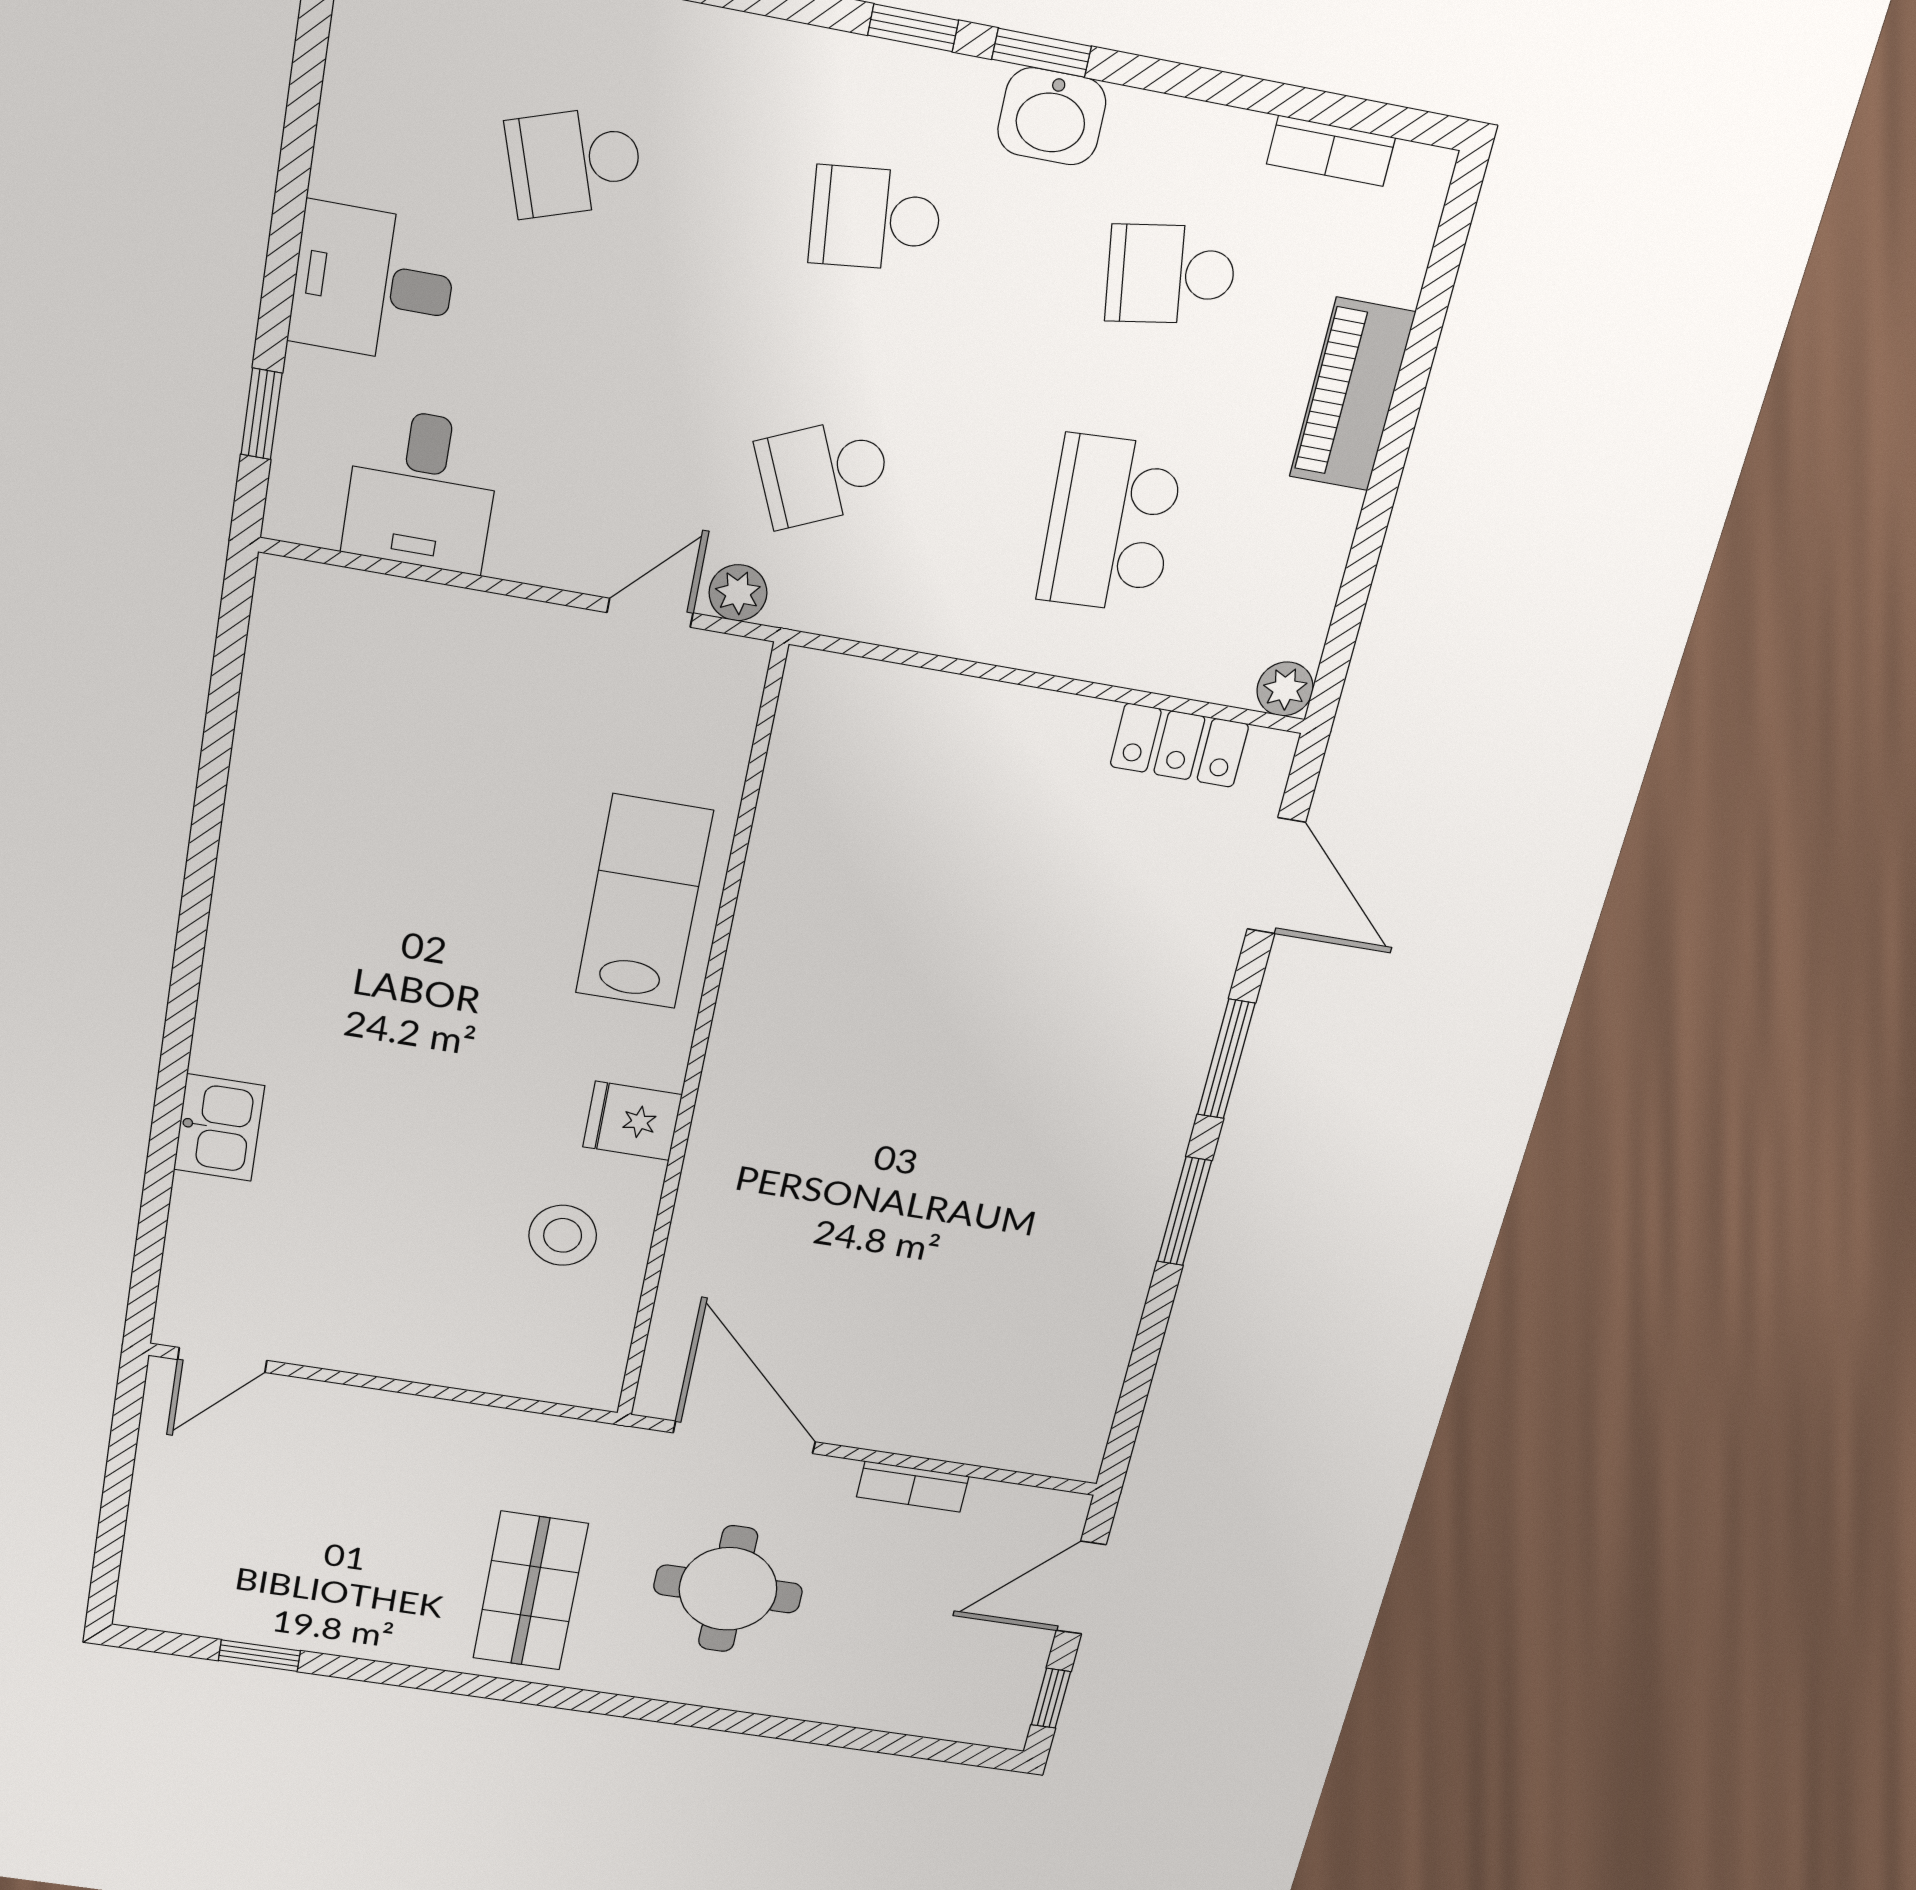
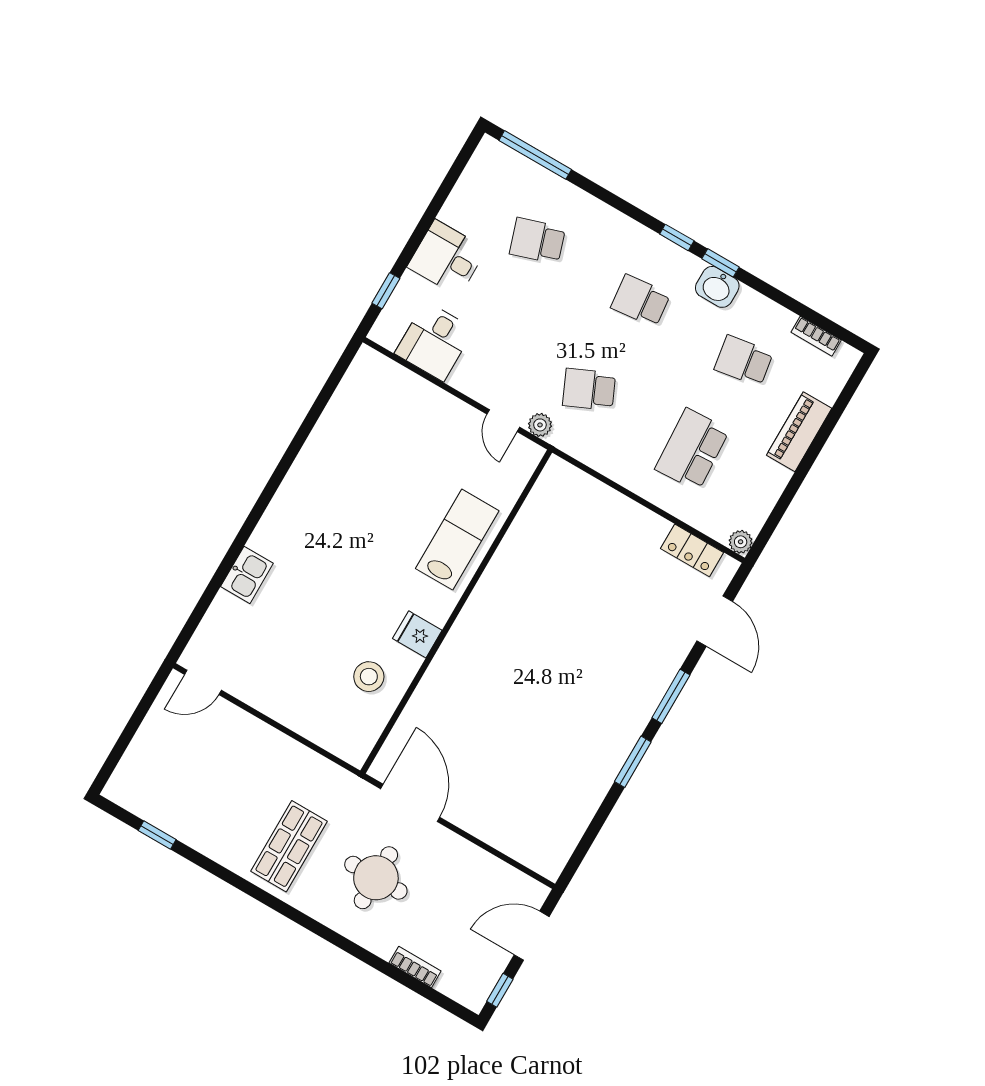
door: (650, 613) -> (503, 421), swing flipped
bookcase: (913, 1487) -> (415, 967), moved, turned 180

